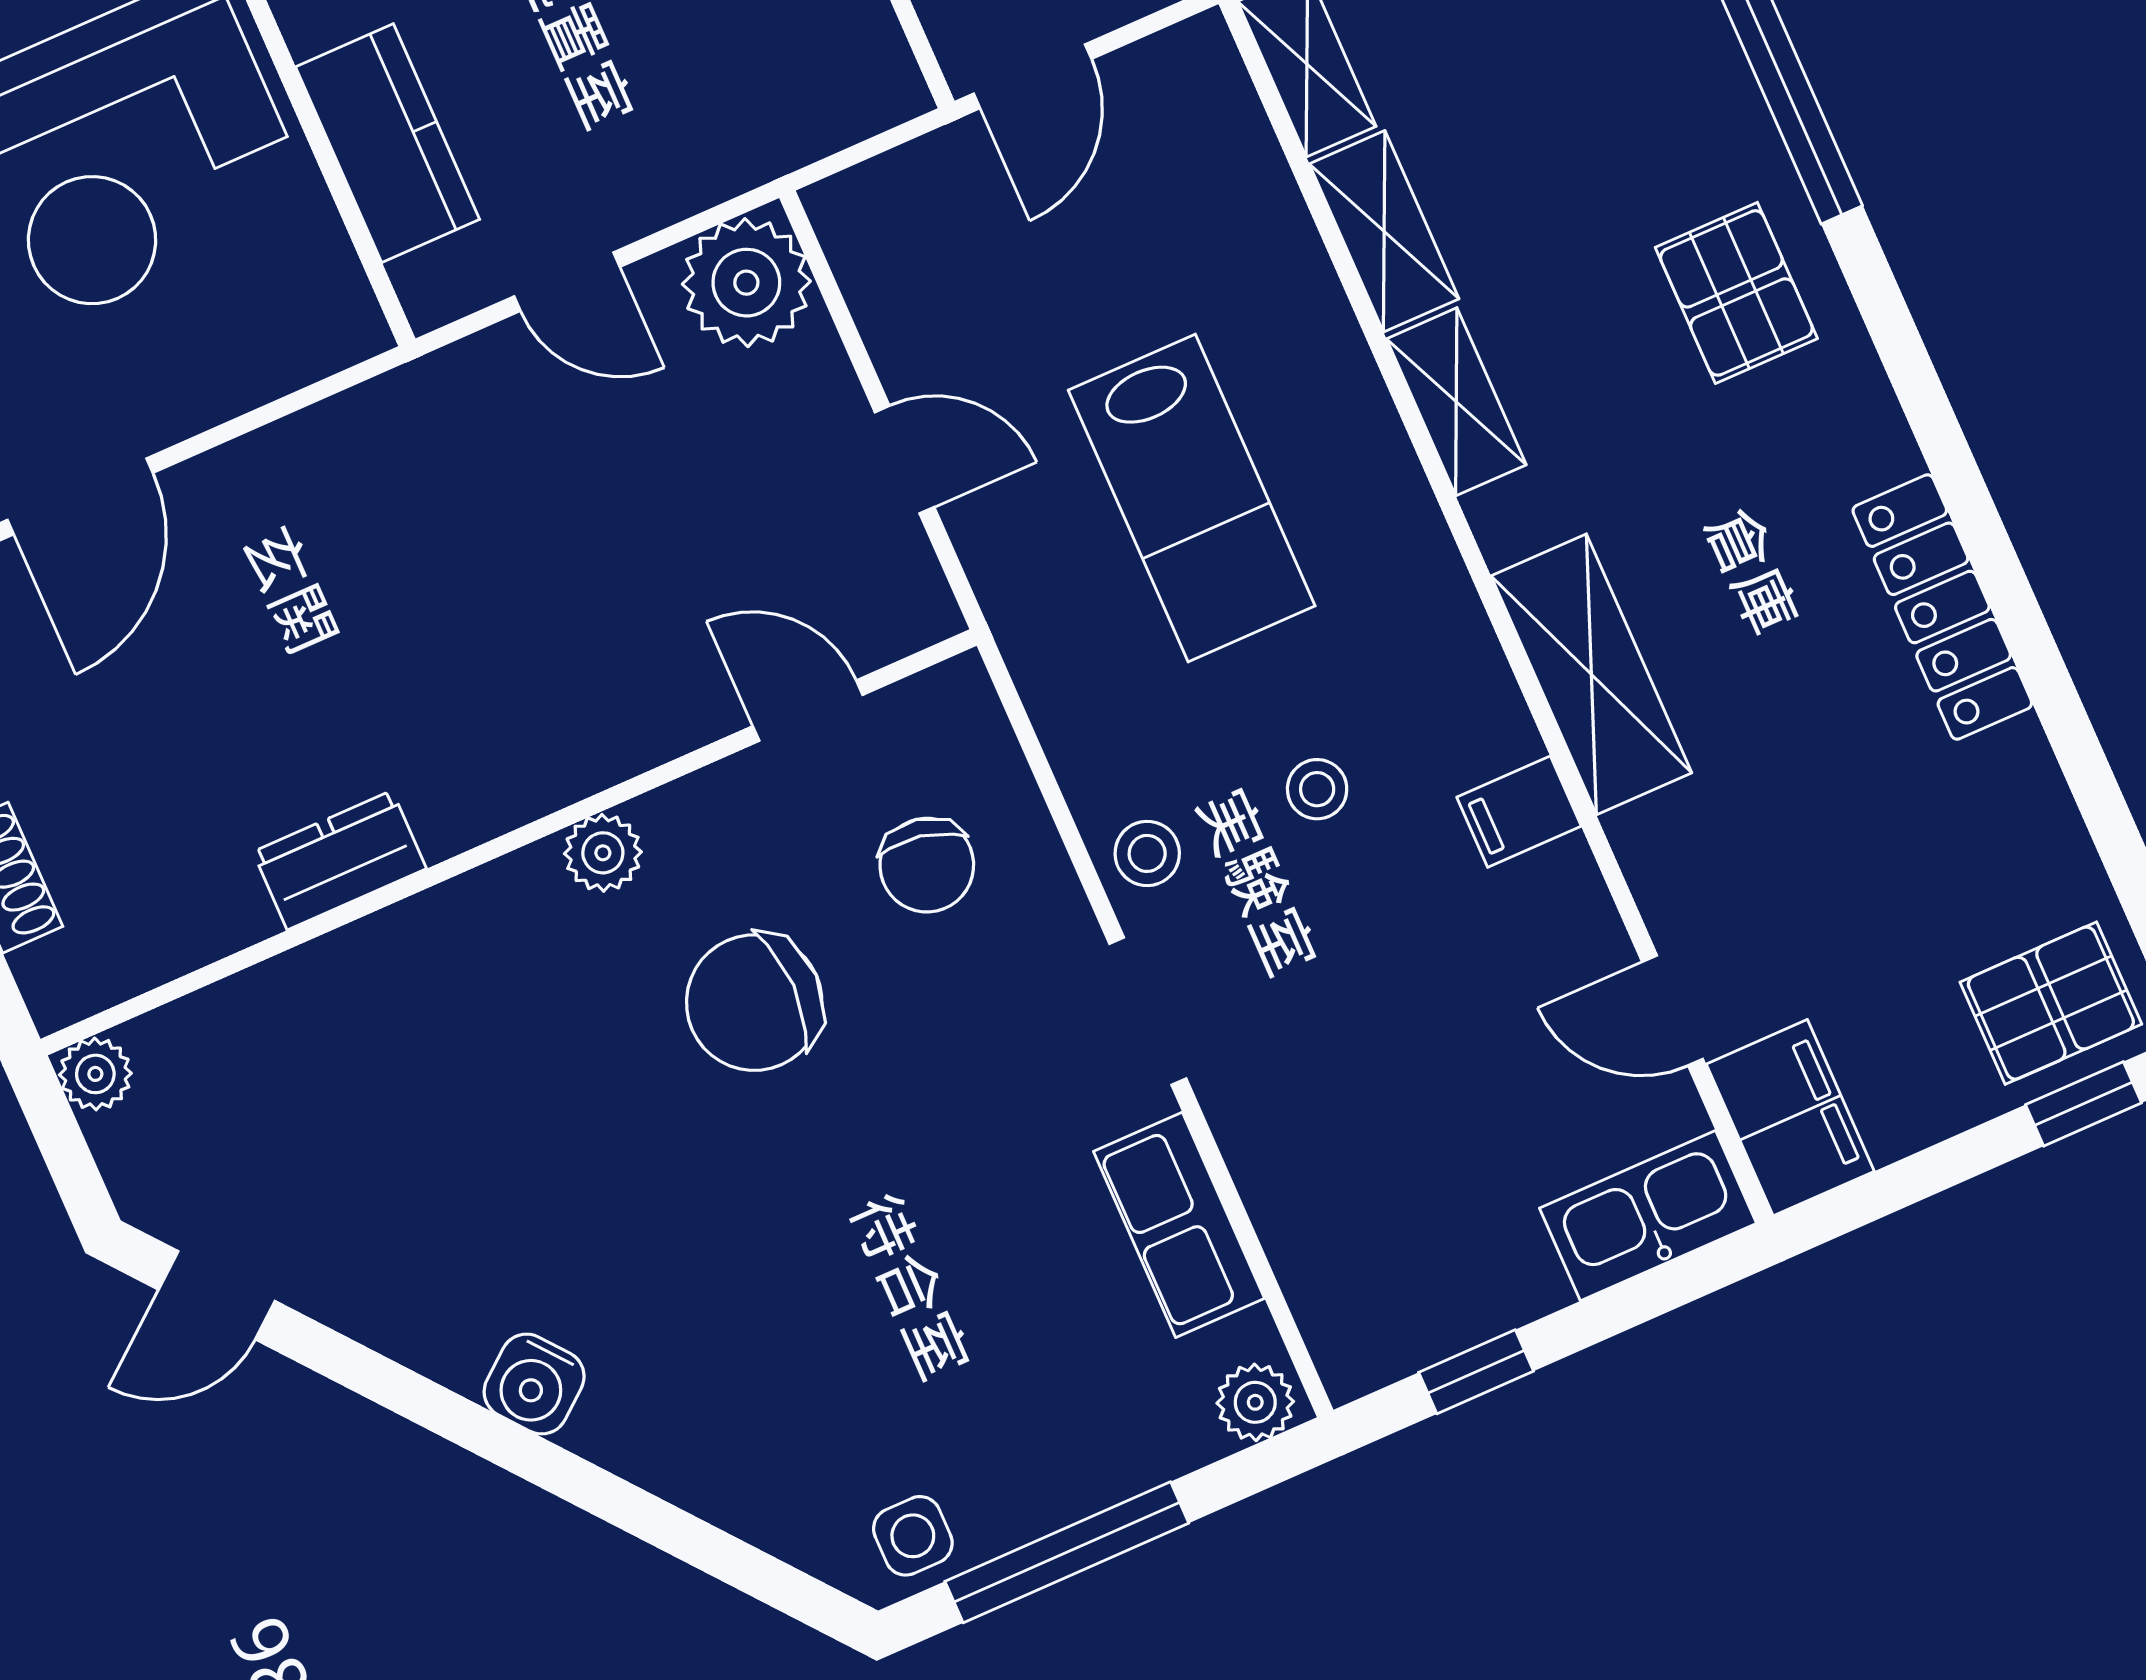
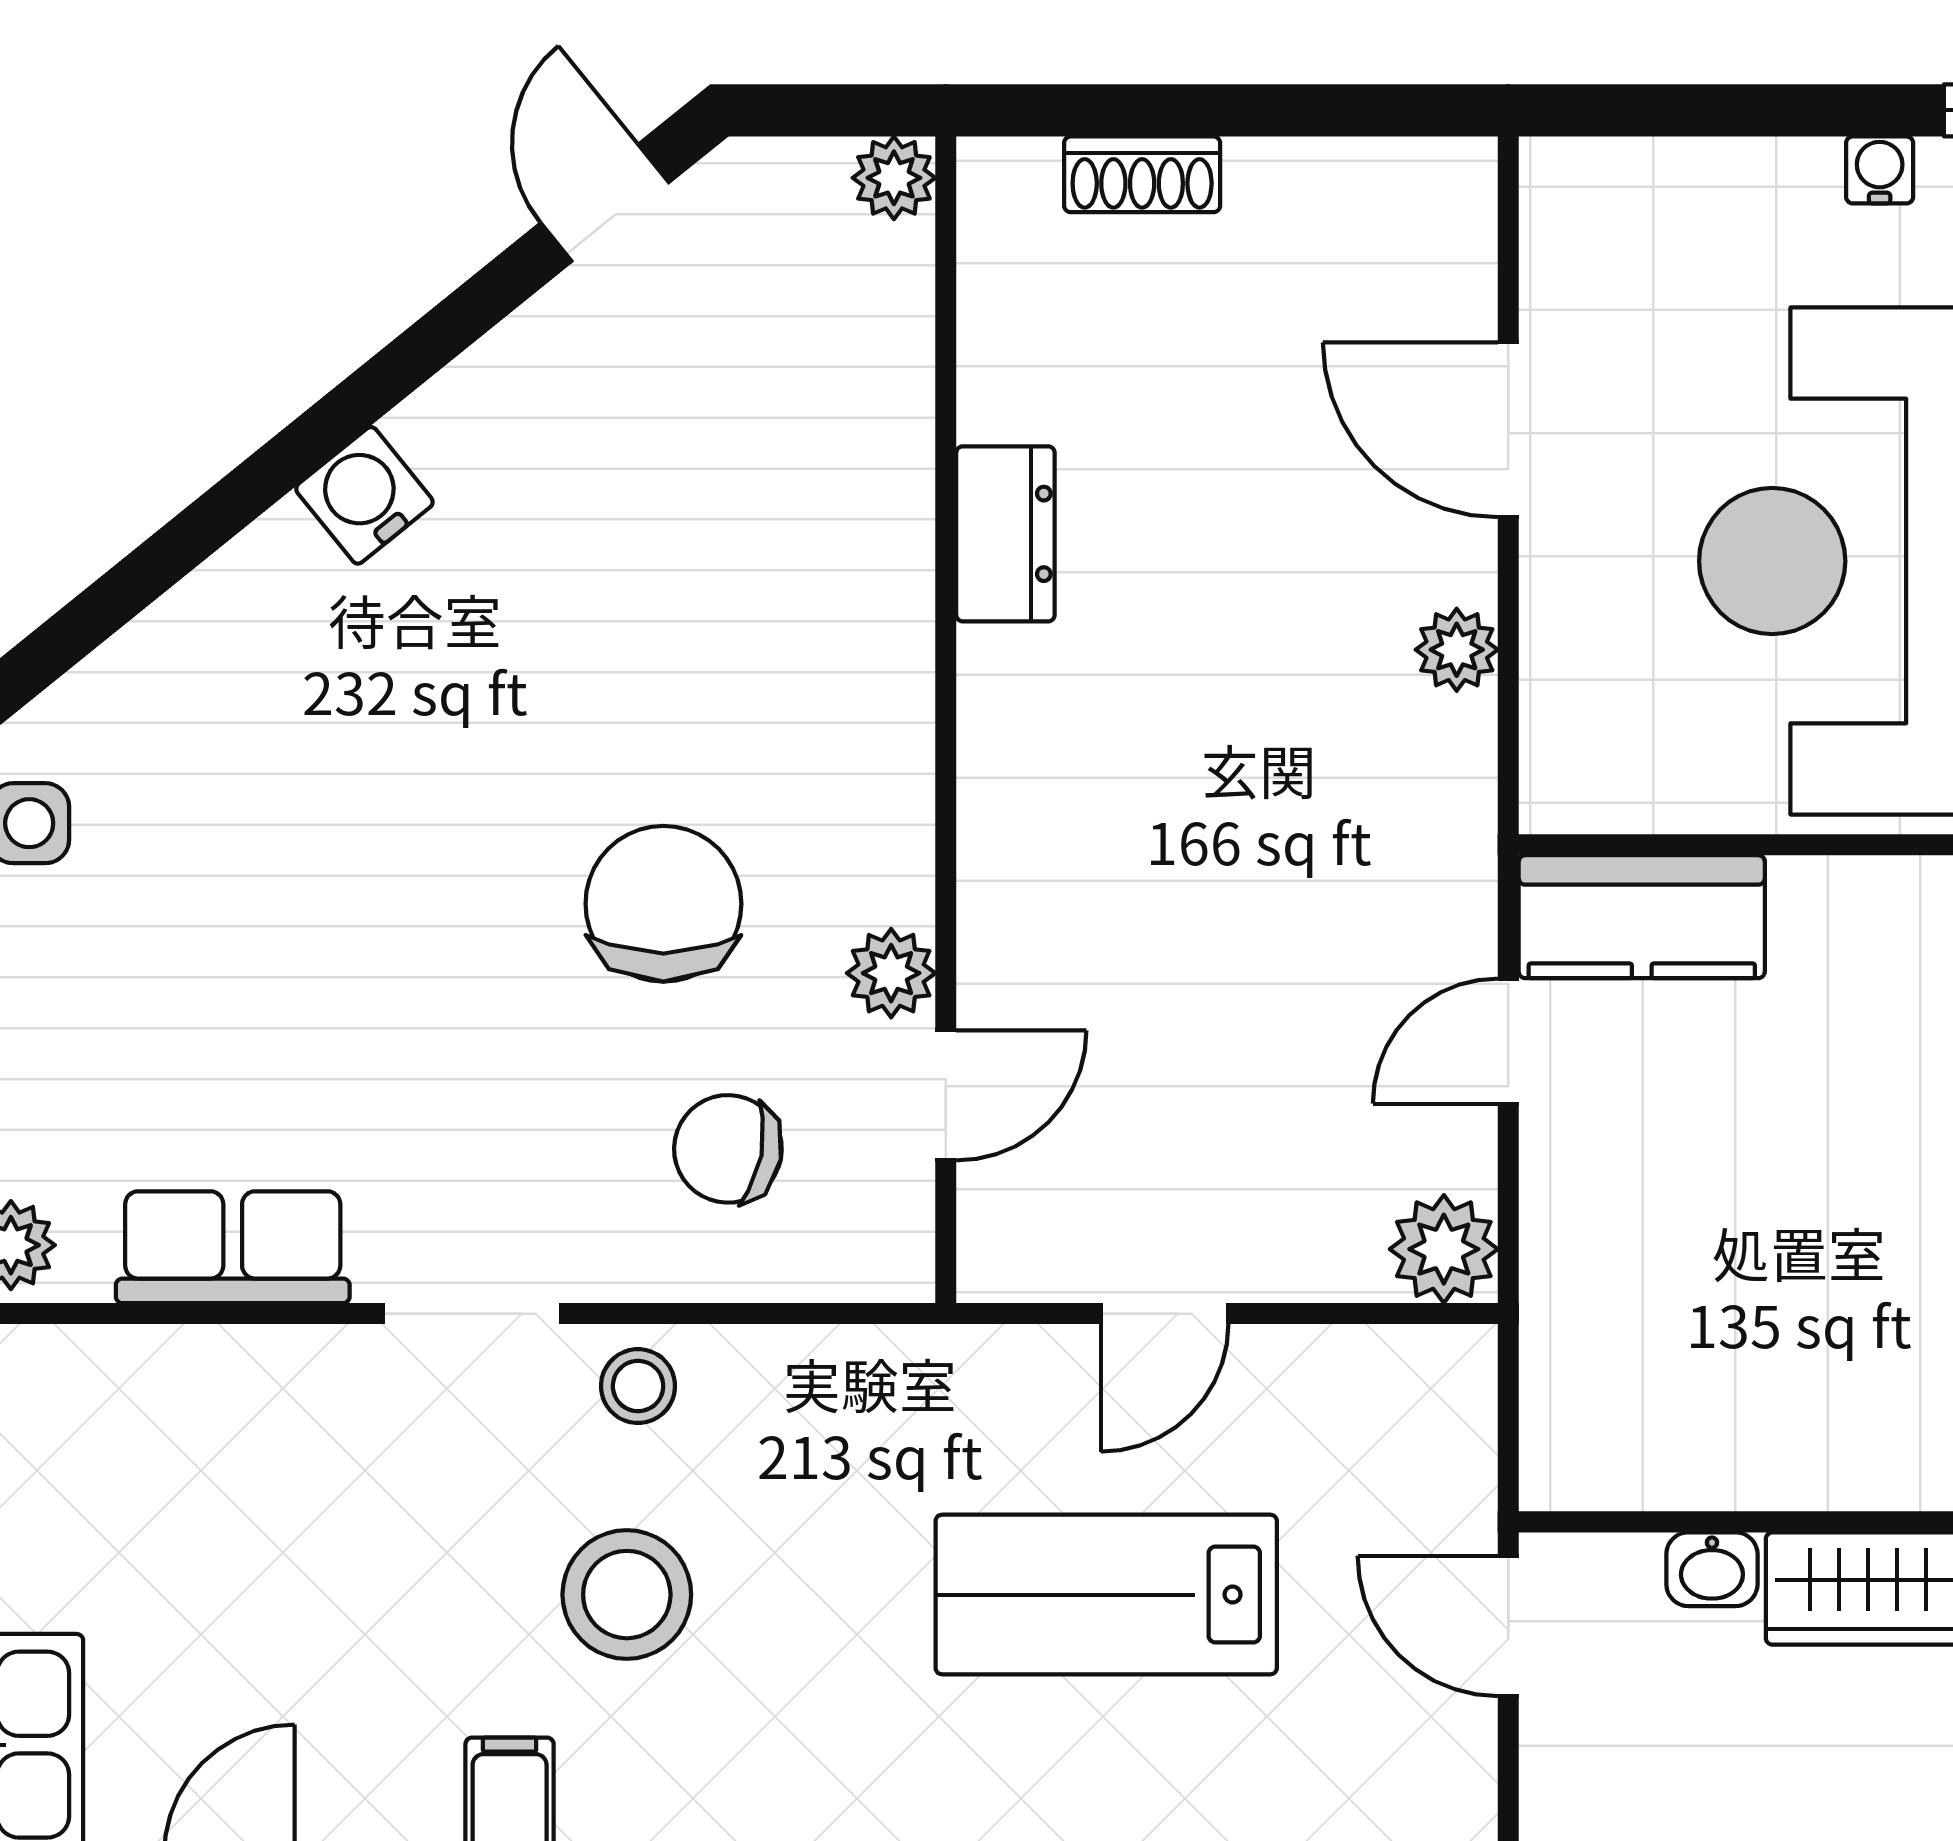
kitchen counter: (388, 143) -> (1642, 917), moved
plant: (746, 283) -> (1444, 1249), width x0.73, depth x0.73
plant: (273, 460) -> (1457, 650), added
lab bench: (1192, 498) -> (1106, 1595), moved
stool: (1317, 789) -> (627, 1595), width x1.89, depth x1.89
plant: (603, 853) -> (891, 973), moved

